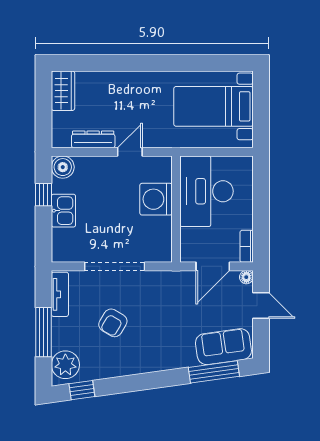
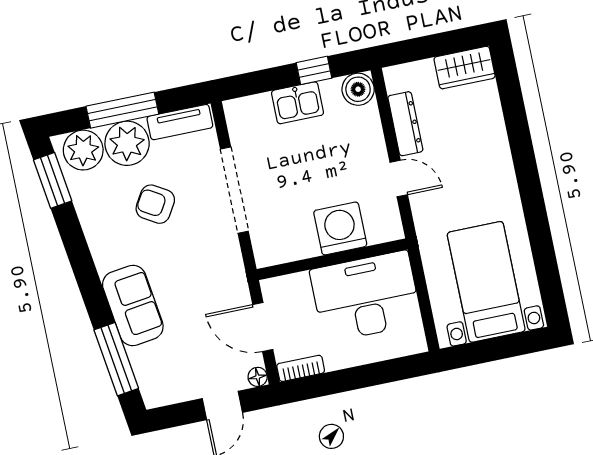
plant: (67, 334) -> (127, 143), added
sofa: (223, 347) -> (133, 305), moved
window: (82, 390) -> (53, 180), width x1.50

